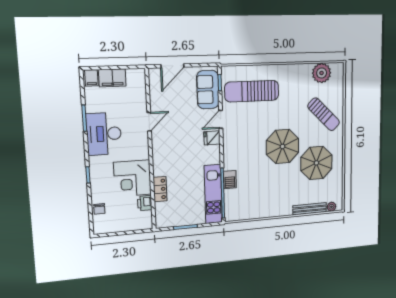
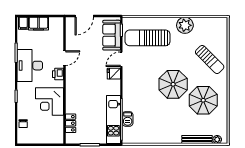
plant: (322, 73) -> (185, 25), moved
barbecue: (230, 180) -> (128, 119), moved
locker: (160, 189) -> (71, 123), moved
printer: (145, 203) -> (58, 74), moved

